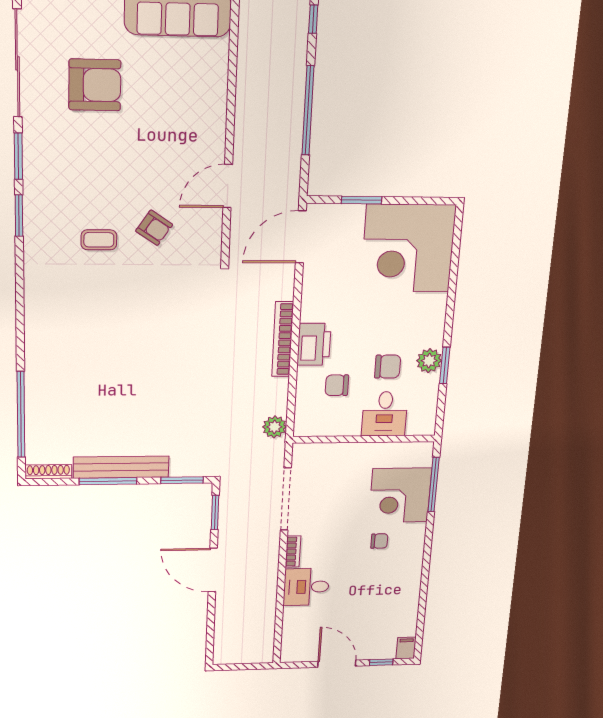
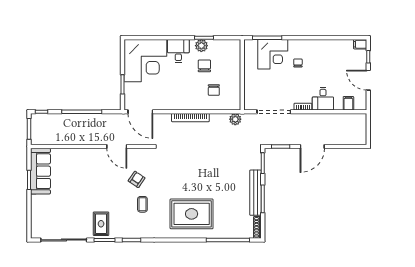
armchair: (95, 85) -> (72, 207), removed
rug: (55, 149) -> (101, 224), added
rug: (77, 342) -> (192, 214), added
printer: (314, 344) -> (193, 102), removed
desk: (385, 414) -> (178, 51), moved, turned -90
filing cabinet: (295, 631) -> (348, 103), added
door: (337, 664) -> (368, 80), hinge flipped

